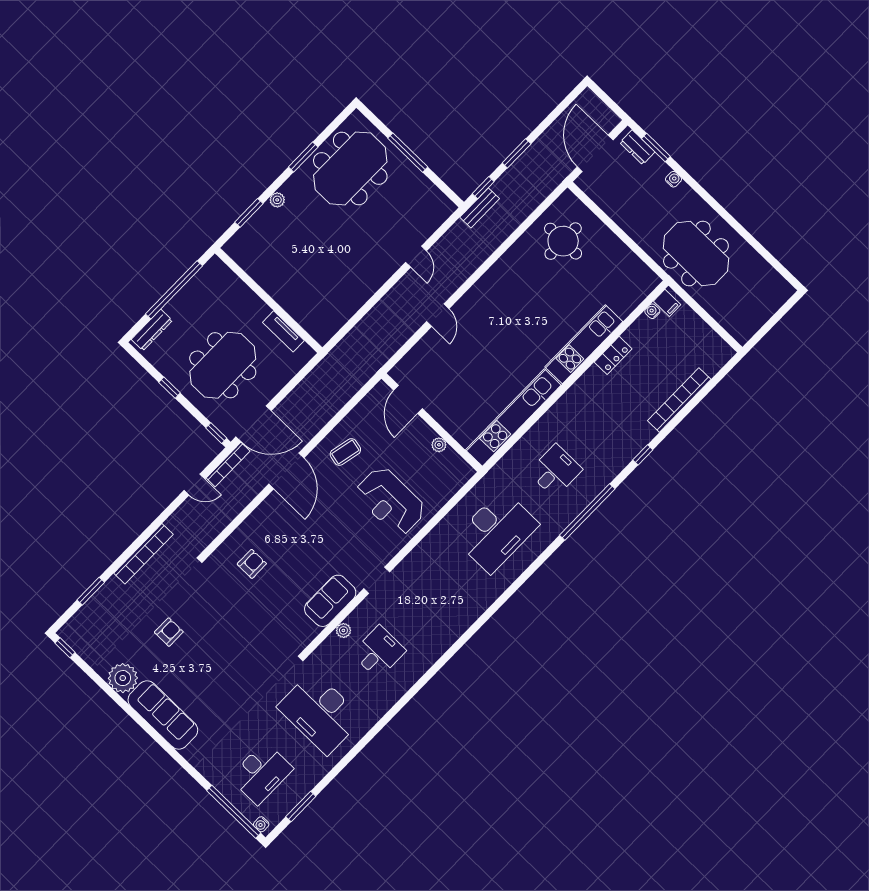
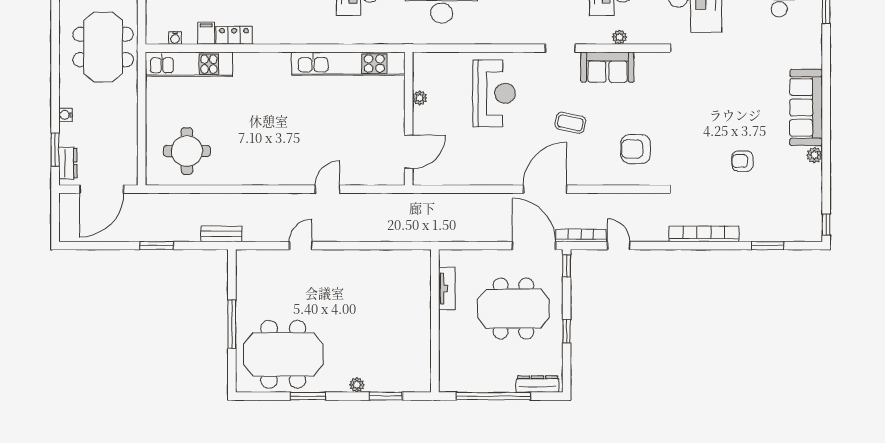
window: (483, 188) -> (204, 246), removed
filing cabinet: (667, 303) -> (206, 33), moved
kitchen unit: (584, 344) -> (189, 64), moved
coffee table: (345, 452) -> (570, 123), moved
armchair: (252, 564) -> (636, 149), width x1.38, depth x1.38
plant: (123, 678) -> (814, 155), width x0.53, depth x0.53

